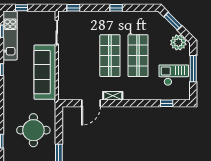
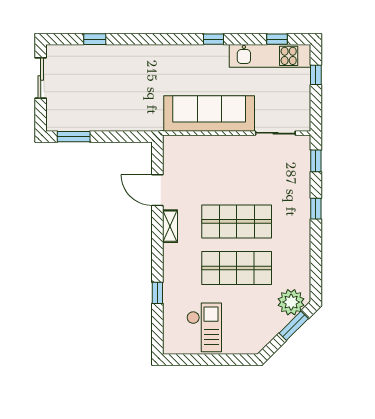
window: (116, 8) -> (316, 209), moved
plant: (178, 42) -> (291, 302), moved
window: (193, 69) -> (215, 360), removed
window: (167, 103) -> (157, 293), moved
round table: (33, 130) -> (113, 94), removed

